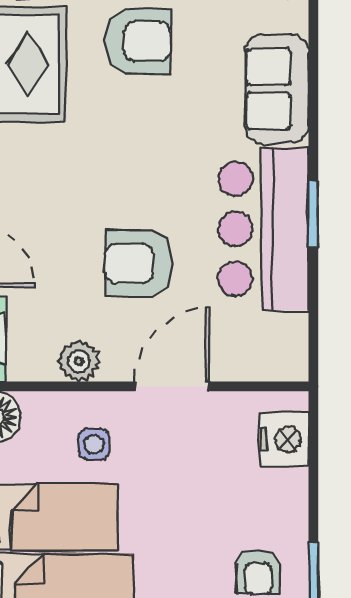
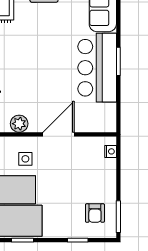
armchair: (139, 263) -> (44, 82), removed
nightstand: (284, 439) -> (111, 151), width x0.53, depth x0.56

